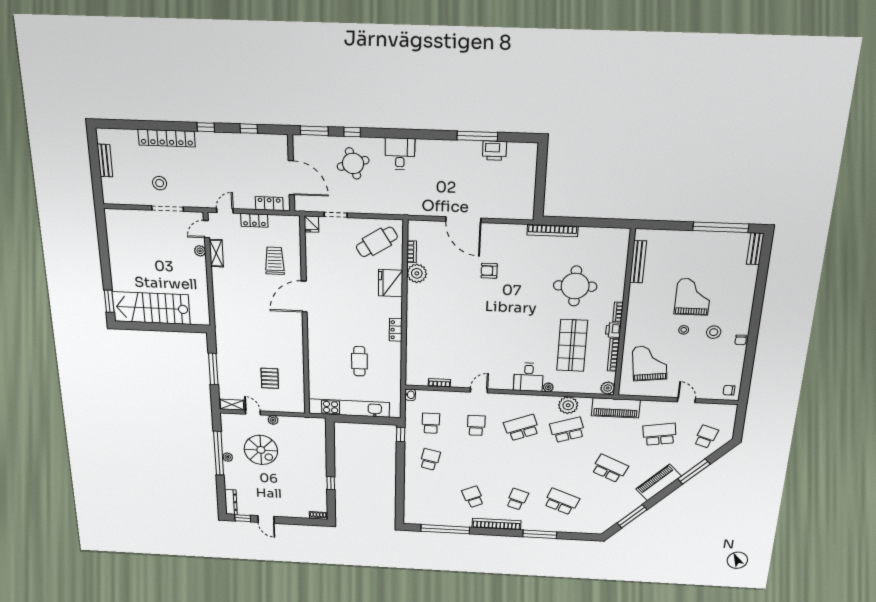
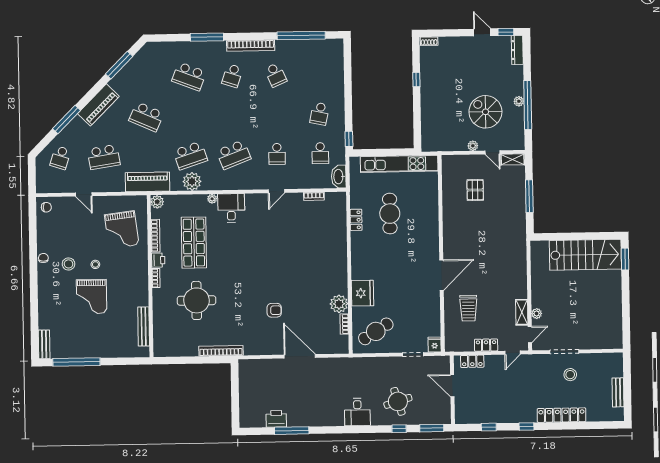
door: (291, 178) -> (452, 386), width x0.73
locker: (396, 330) -> (356, 220), moved
cafe table: (359, 361) -> (390, 214), width x1.37, depth x1.35
washbasin: (410, 395) -> (339, 177), width x1.91, depth x1.45

